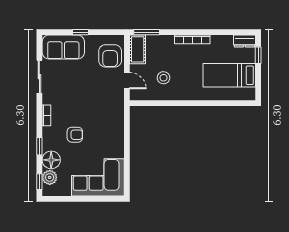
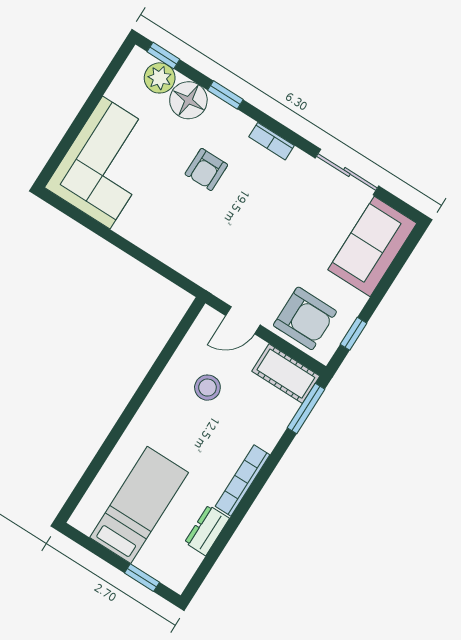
window: (81, 32) -> (353, 334), moved
dresser: (244, 41) -> (207, 530), moved
armchair: (110, 56) -> (305, 318), turned 180

